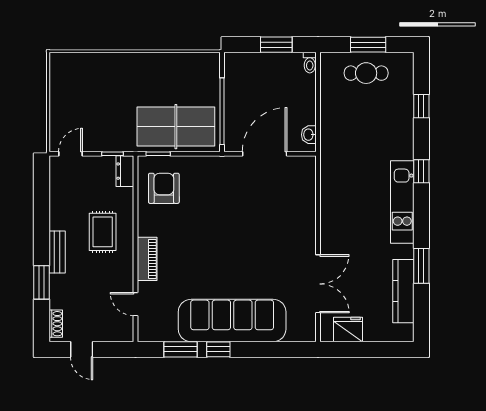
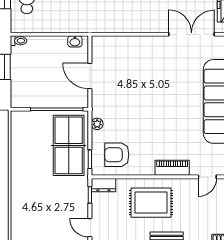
door: (265, 154) -> (90, 76), width x0.73
plant: (203, 163) -> (97, 124), added
rug: (103, 232) -> (151, 203), width x1.36, depth x1.43

